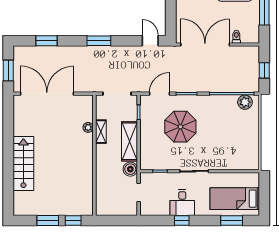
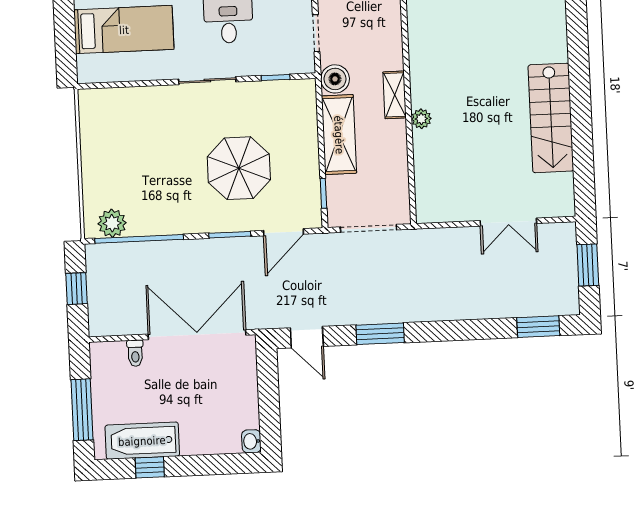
window: (46, 41) -> (538, 327), moved
window: (99, 41) -> (380, 334), moved
double door: (205, 45) -> (197, 335), swing flipped
double door: (47, 94) -> (508, 222), width x0.54
plant: (88, 127) -> (421, 119), moved
shelving: (101, 132) -> (395, 95), moved
stairs: (23, 164) -> (551, 118), moved

